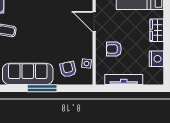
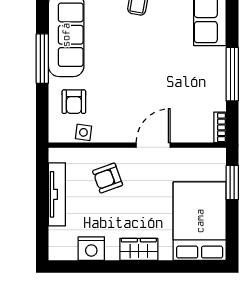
armchair: (114, 49) -> (108, 178), turned -110
armchair: (68, 69) -> (74, 102), turned 102

